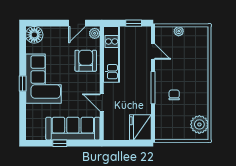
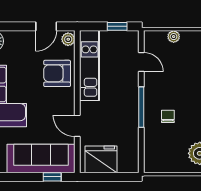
armchair: (86, 61) -> (57, 73), turned -90
fridge: (140, 127) -> (101, 159), moved, turned 90
window: (60, 143) -> (52, 177), moved

